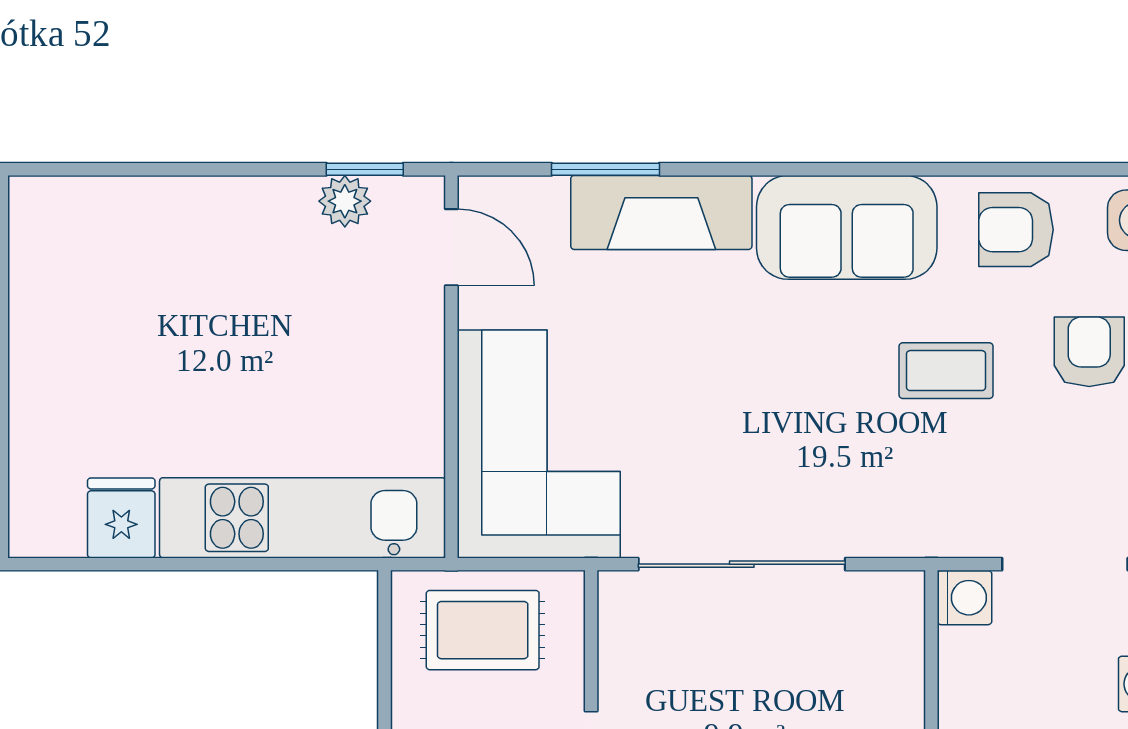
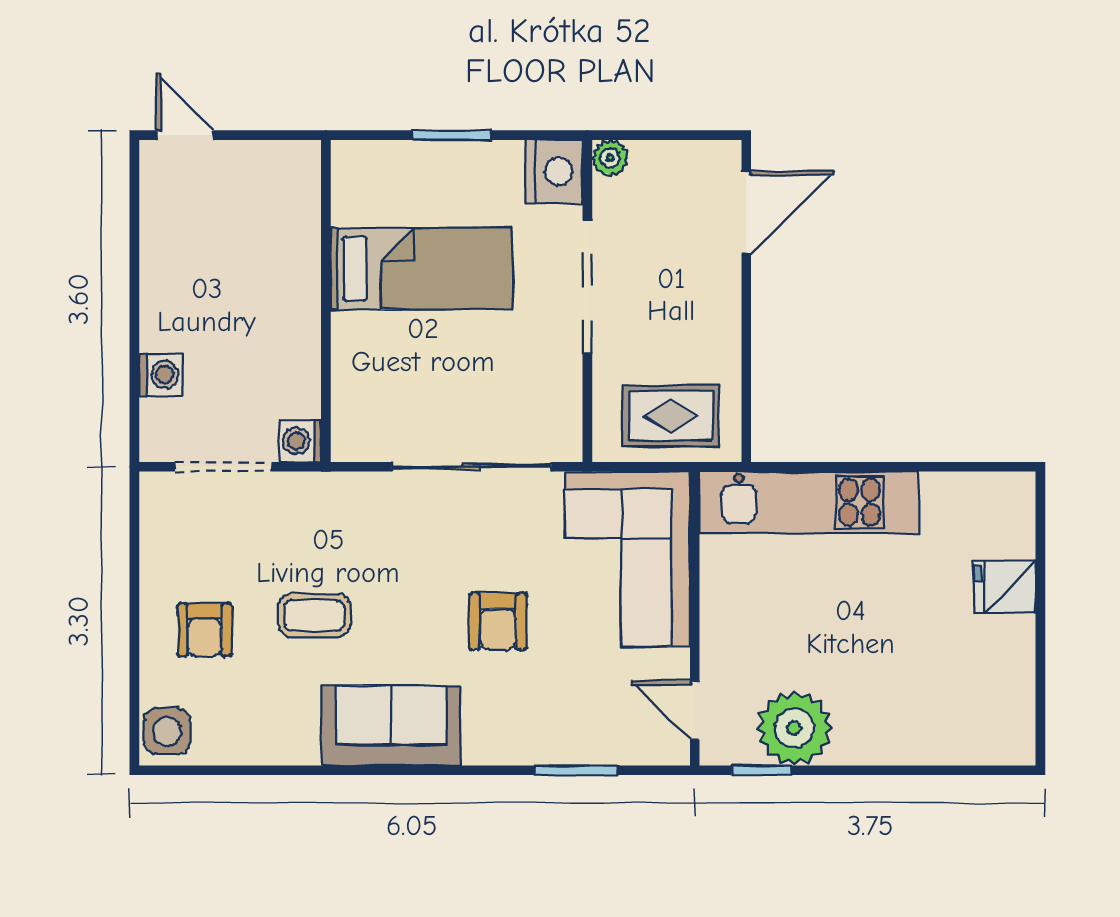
plant: (345, 201) -> (794, 728), width x1.88, depth x1.88
fireplace: (661, 212) -> (533, 737), removed
armchair: (1016, 230) -> (498, 621), moved, turned 90
fridge: (121, 518) -> (1005, 587), moved, turned 90

